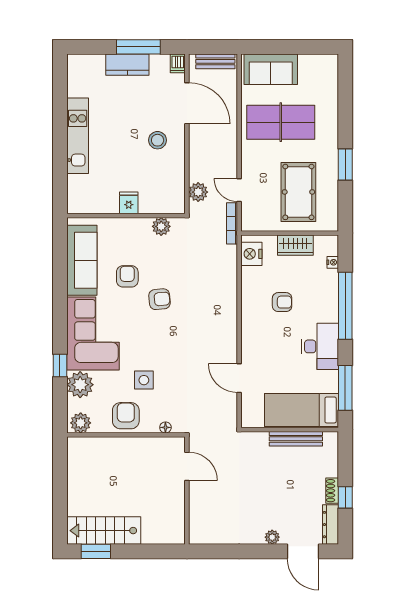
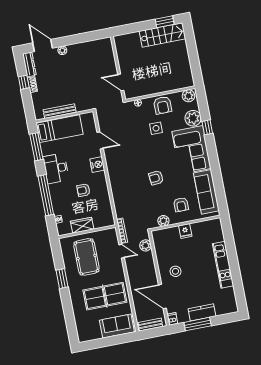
nightstand: (251, 254) -> (97, 165), moved
armchair: (127, 276) -> (181, 205), moved

